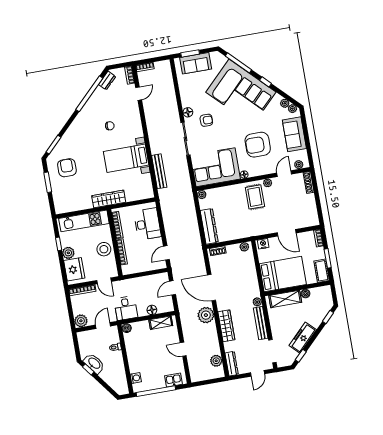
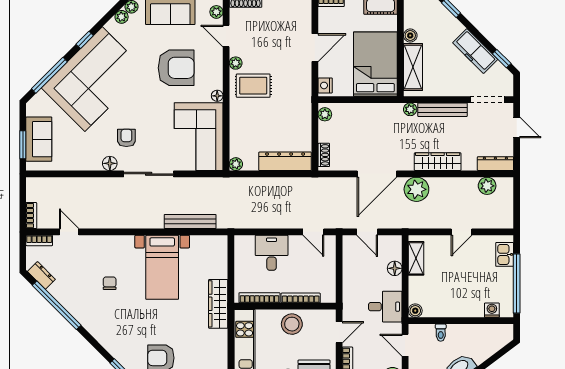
armchair: (258, 145) -> (176, 68), turned -90
desk: (147, 224) -> (272, 253), width x0.73

